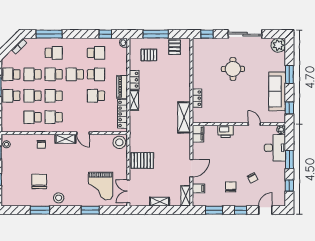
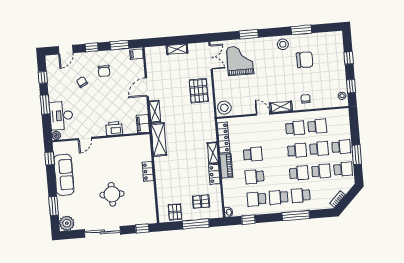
window: (49, 34) -> (296, 216), moved
school desk: (75, 74) -> (279, 197), moved, turned 180
window: (289, 74) -> (54, 206), moved
locker: (197, 98) -> (148, 171), moved
door: (254, 124) -> (85, 139), hinge flipped
pallet: (142, 160) -> (199, 91), turned 90
chair: (39, 181) -> (305, 60), turned -90
filing cabinet: (198, 188) -> (137, 54), moved
shelving: (186, 196) -> (155, 112), moved

